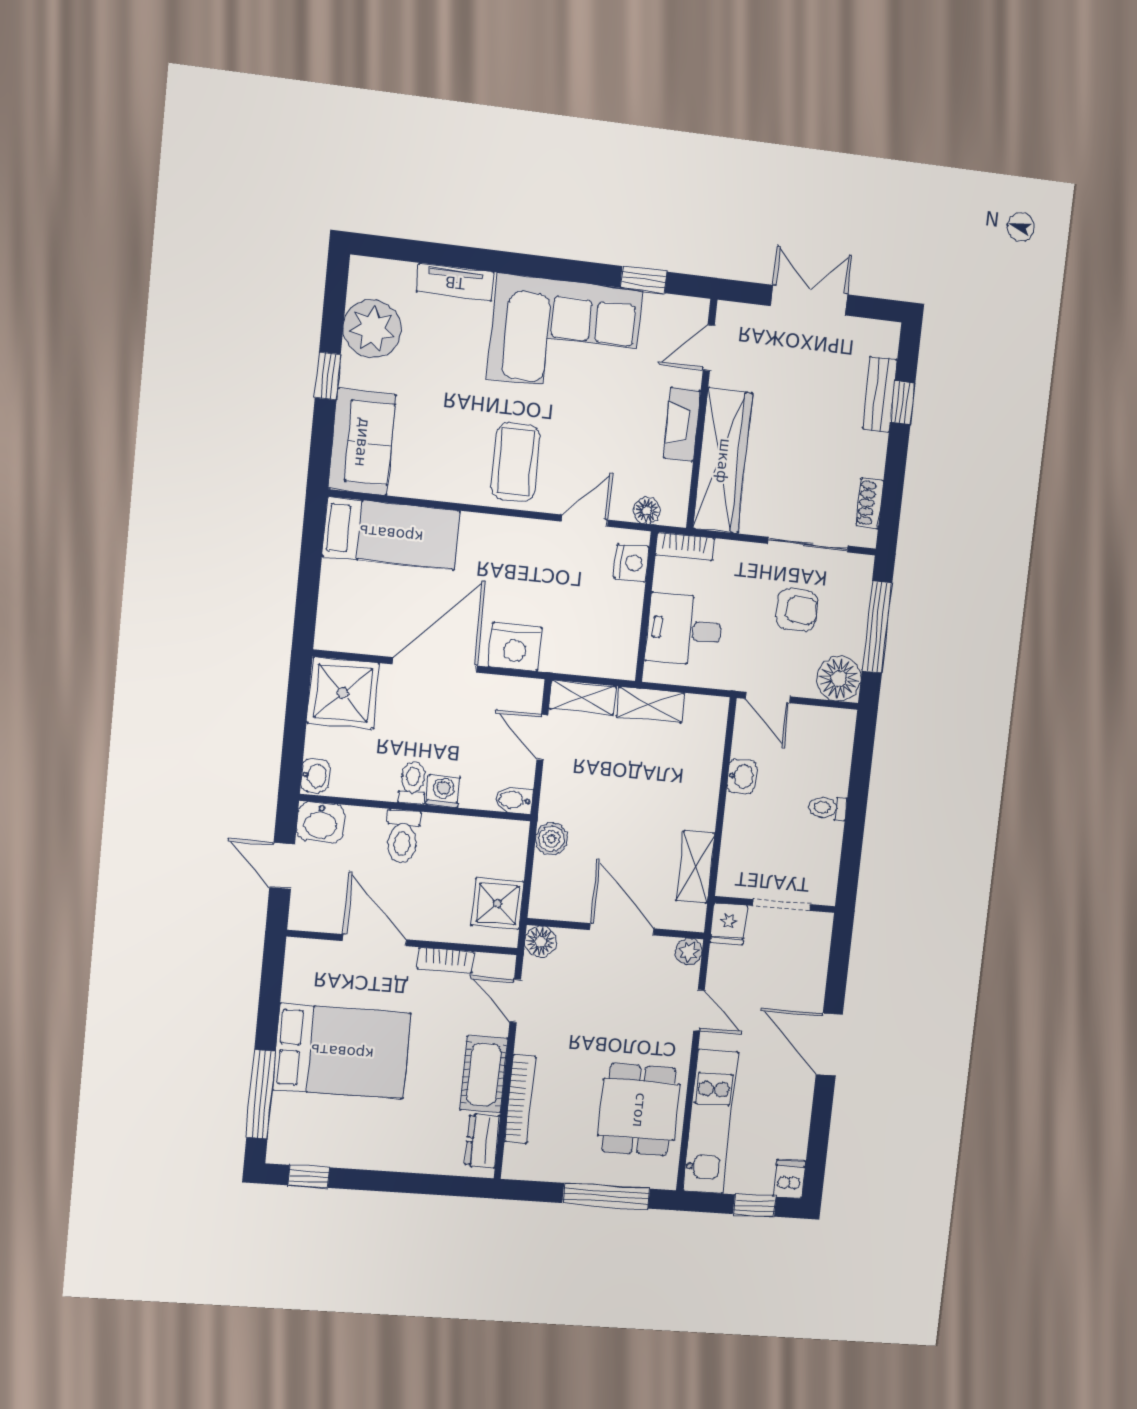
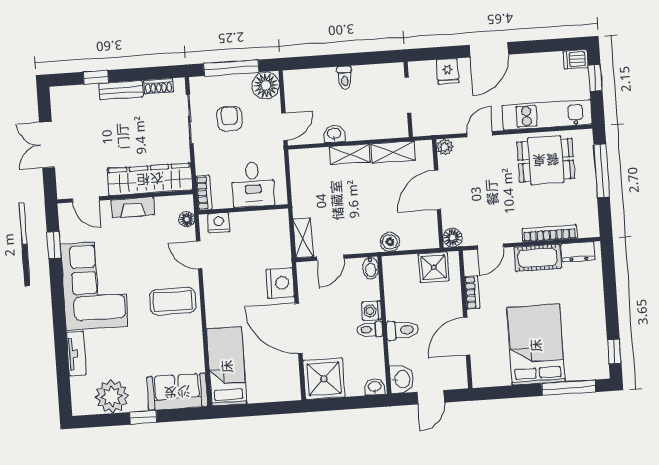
bench: (880, 394) -> (121, 90), moved
shelving: (650, 705) -> (350, 154), moved, turned 90
fridge: (729, 924) -> (448, 71), moved, turned 90

